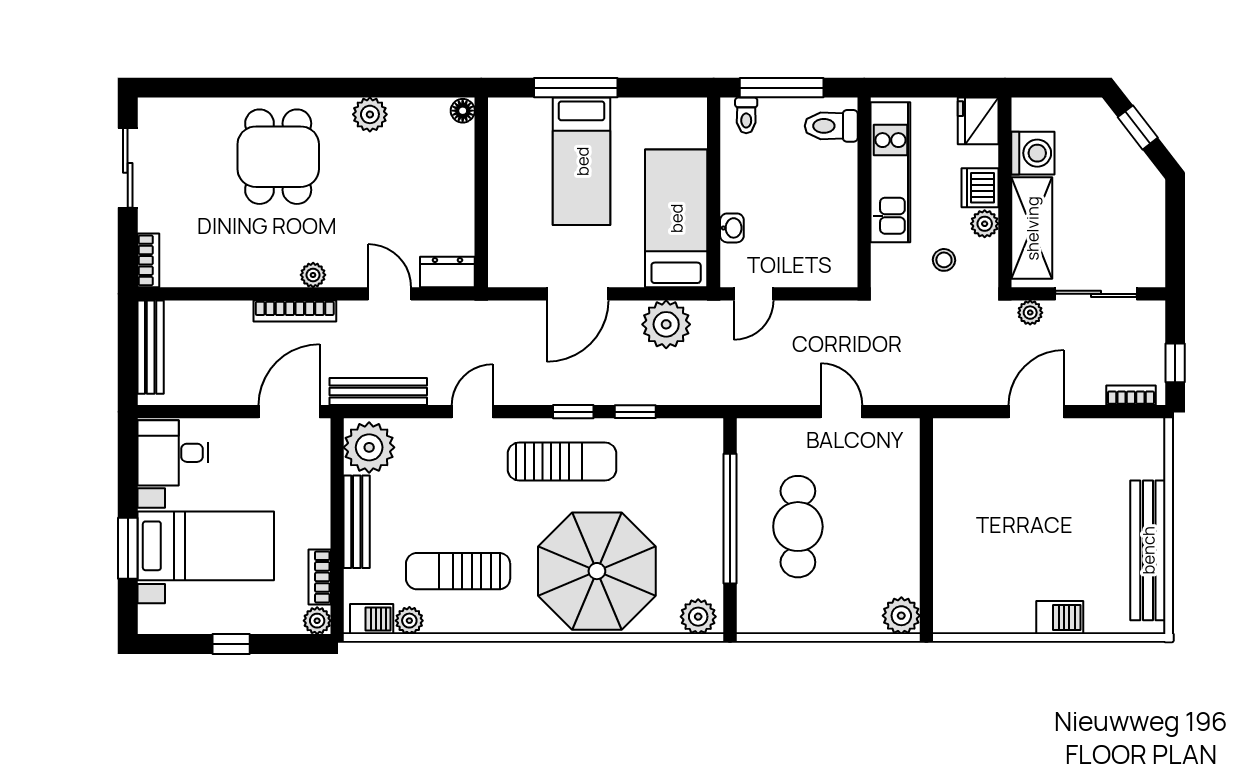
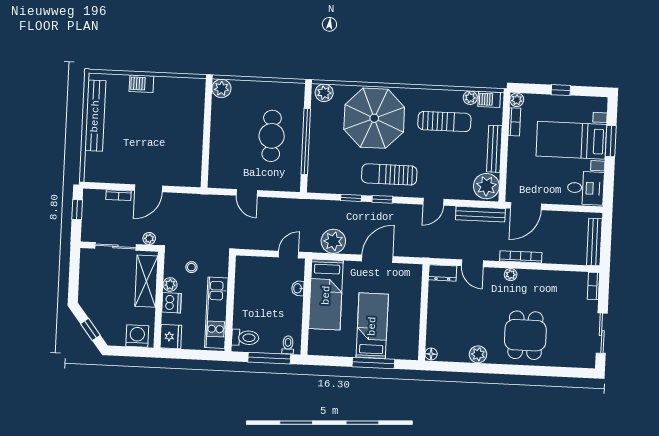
washing machine: (1033, 153) -> (137, 336), moved, turned 90
bookcase: (1131, 395) -> (118, 195), moved

